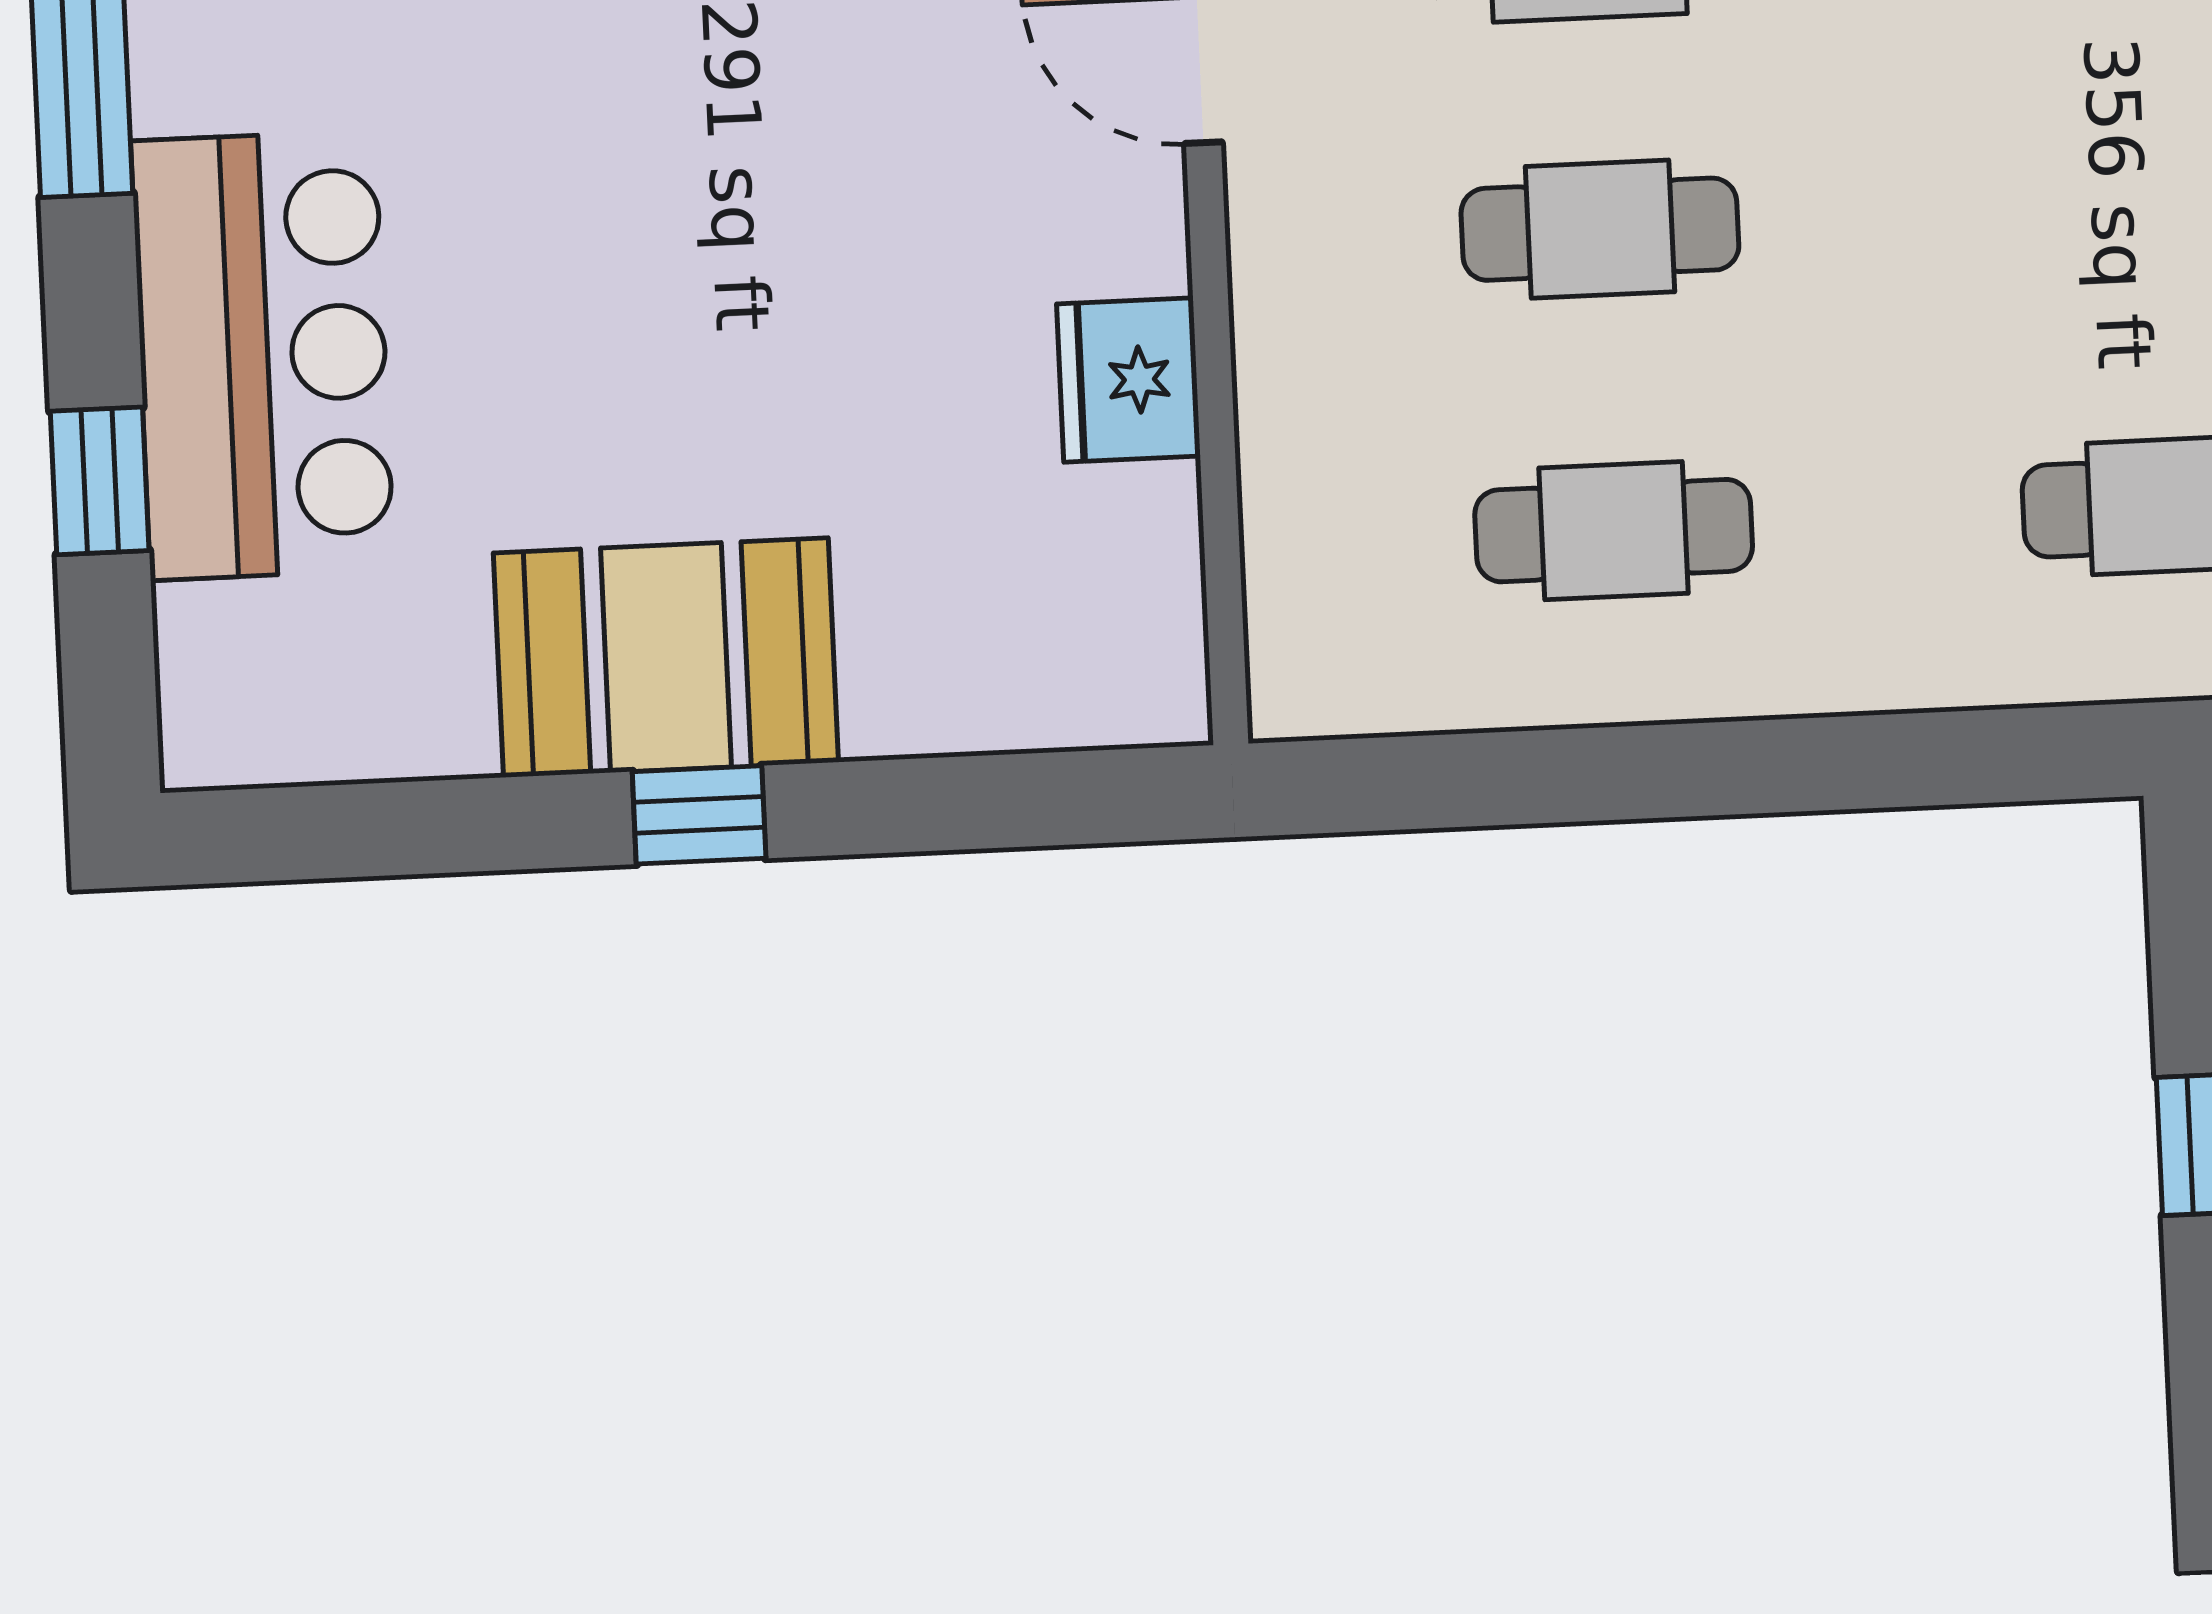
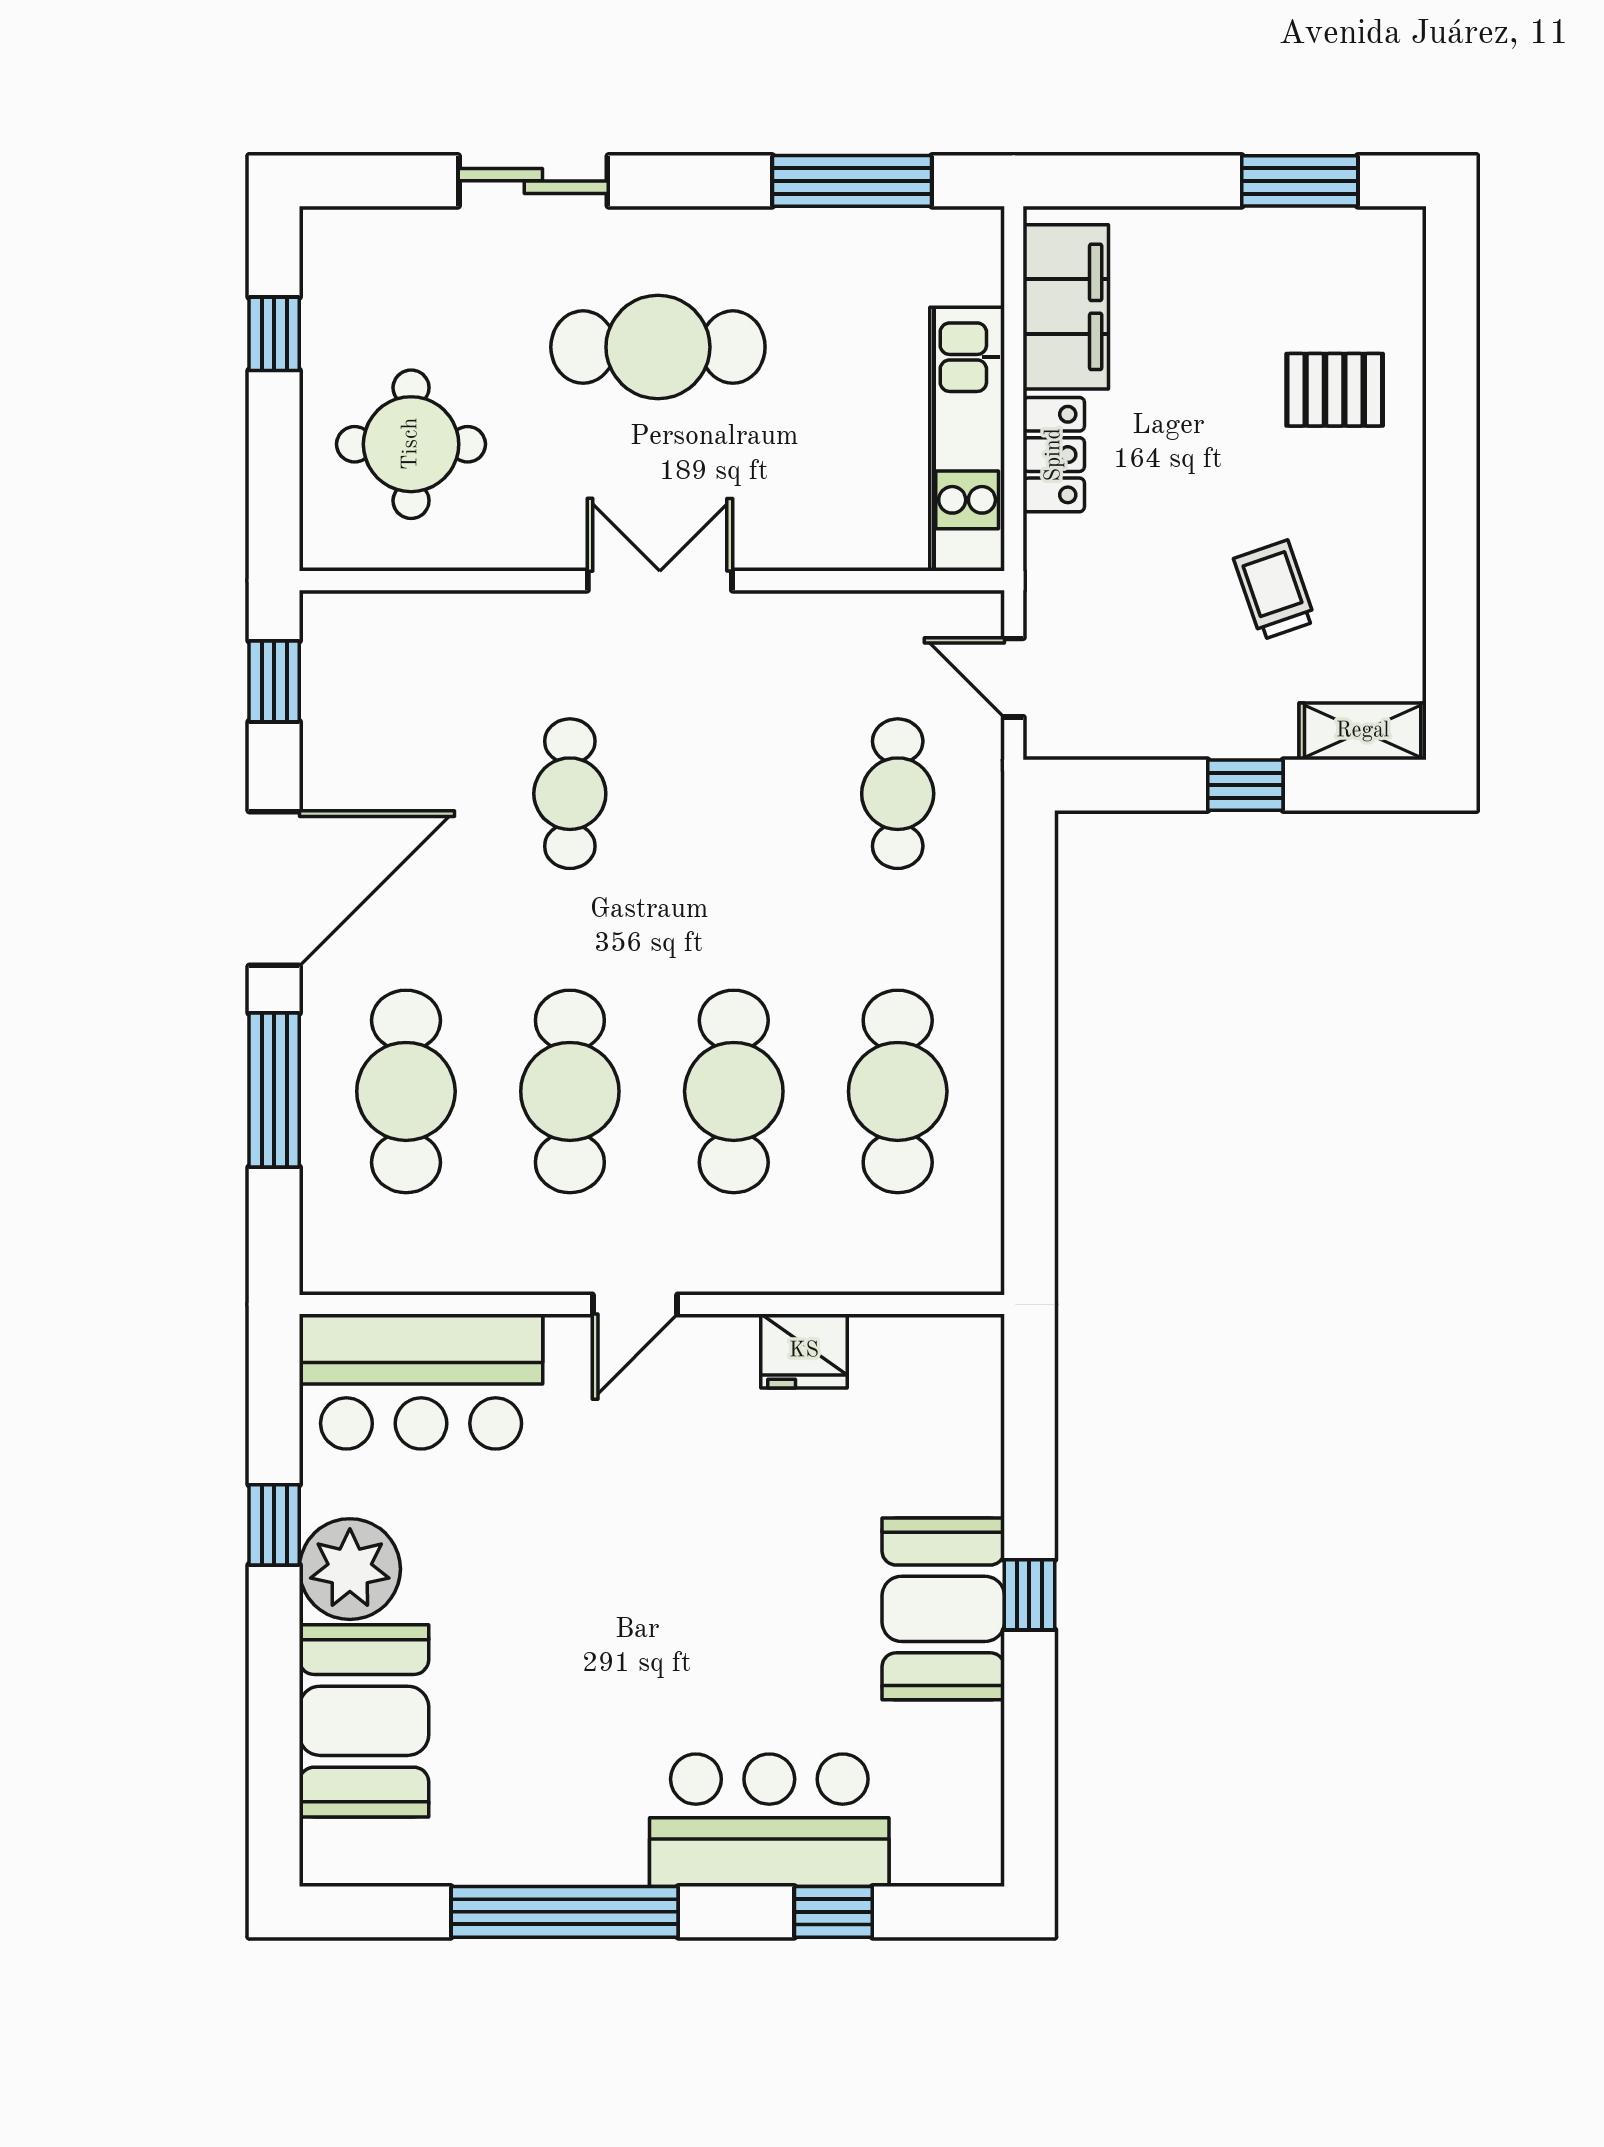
cafe table: (1600, 229) -> (734, 1091), width x1.37, depth x1.35
cafe table: (1614, 531) -> (898, 1091), width x1.37, depth x1.35

